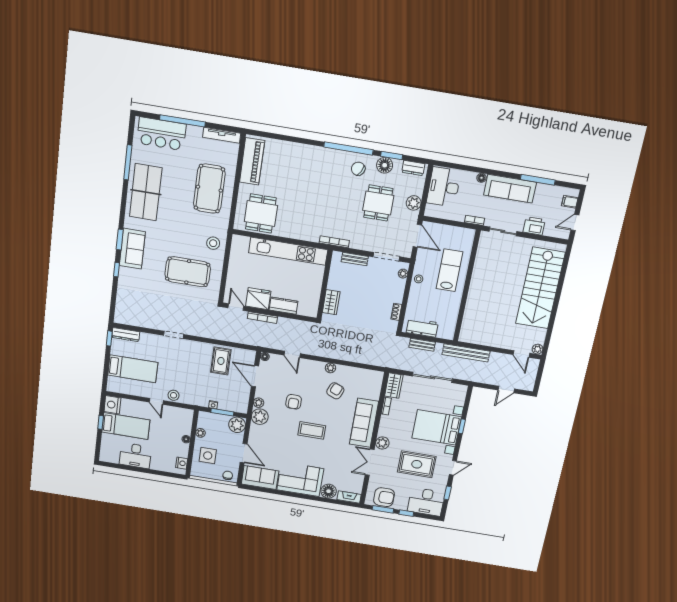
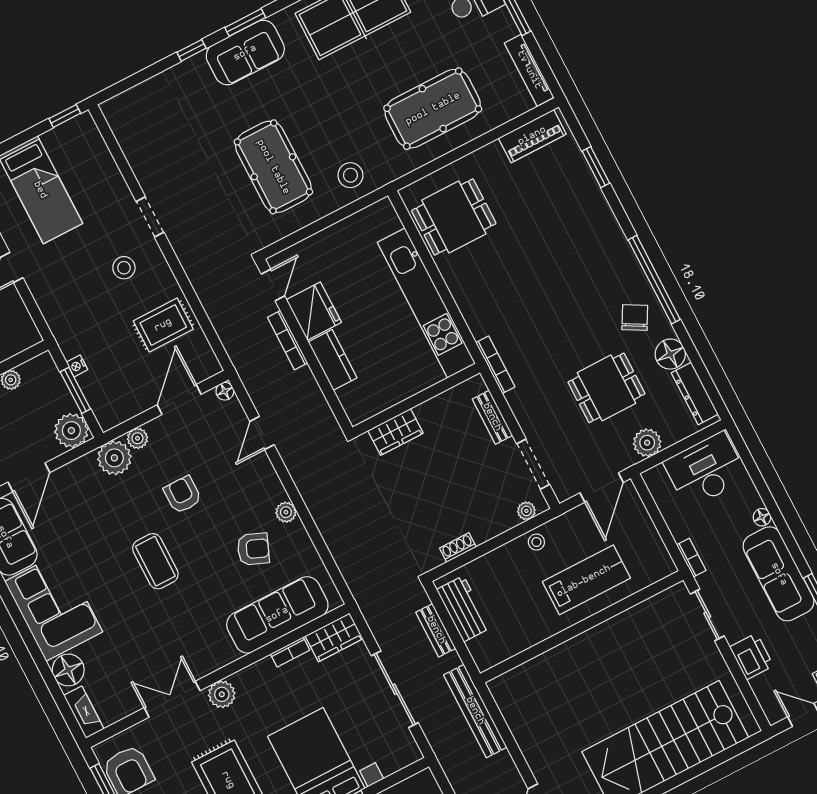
window: (392, 156) -> (596, 167), moved
piano: (252, 161) -> (532, 136), width x0.73, depth x0.75
dresser: (413, 168) -> (695, 394), width x1.44
dresser: (126, 335) -> (92, 139), removed
stool: (174, 395) -> (124, 268), moved
armchair: (294, 402) -> (183, 495), turned 90
sofa: (364, 423) -> (277, 615), moved

